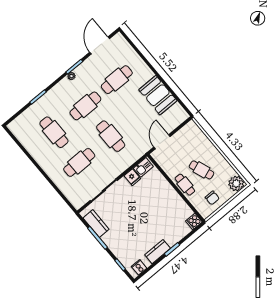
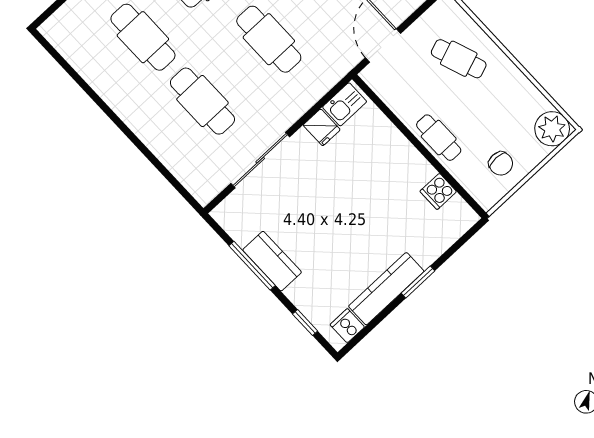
cafe table: (79, 162) -> (202, 101), turned 90
cafe table: (202, 170) -> (459, 59), moved
cooker: (194, 221) -> (438, 191), moved
kitchen counter: (96, 224) -> (272, 261), moved
kitchen counter: (158, 252) -> (386, 289), width x1.50

